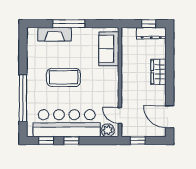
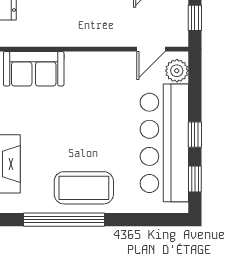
coffee table: (64, 77) -> (84, 188), moved, turned 90
window: (23, 98) -> (64, 220), moved

